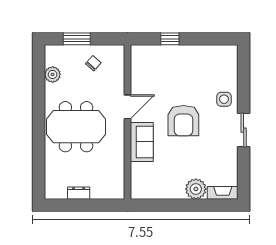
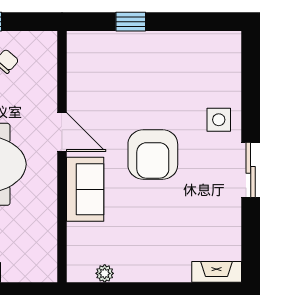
door: (128, 107) -> (62, 132), hinge flipped
plant: (196, 189) -> (105, 273), moved, width x0.53, depth x0.53

